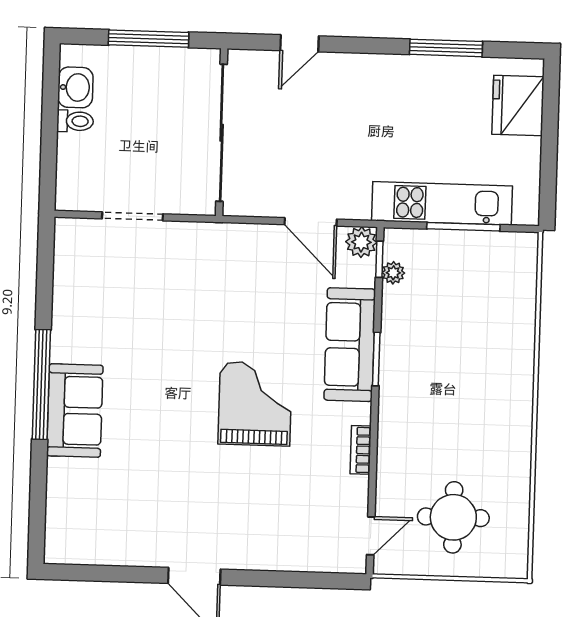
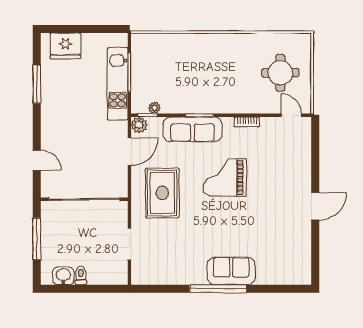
rug: (229, 283) -> (162, 193), added

